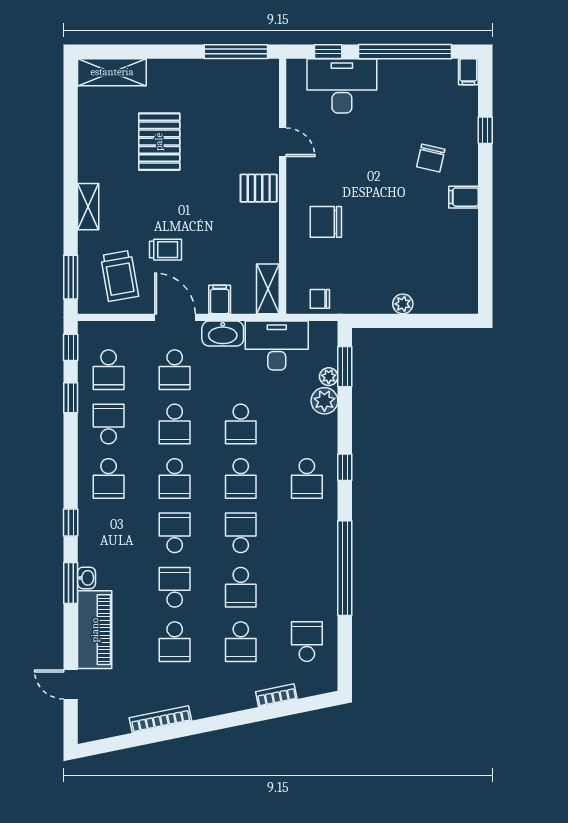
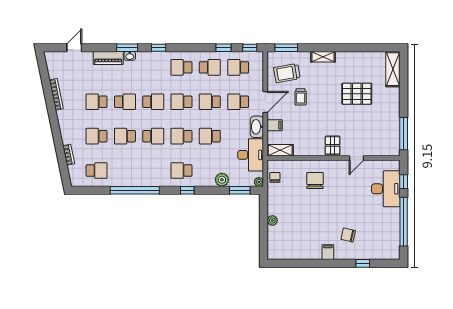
filing cabinet: (468, 72) -> (393, 255), removed
plant: (329, 377) -> (259, 182), moved
piano: (95, 630) -> (108, 58), width x0.73, depth x0.75

